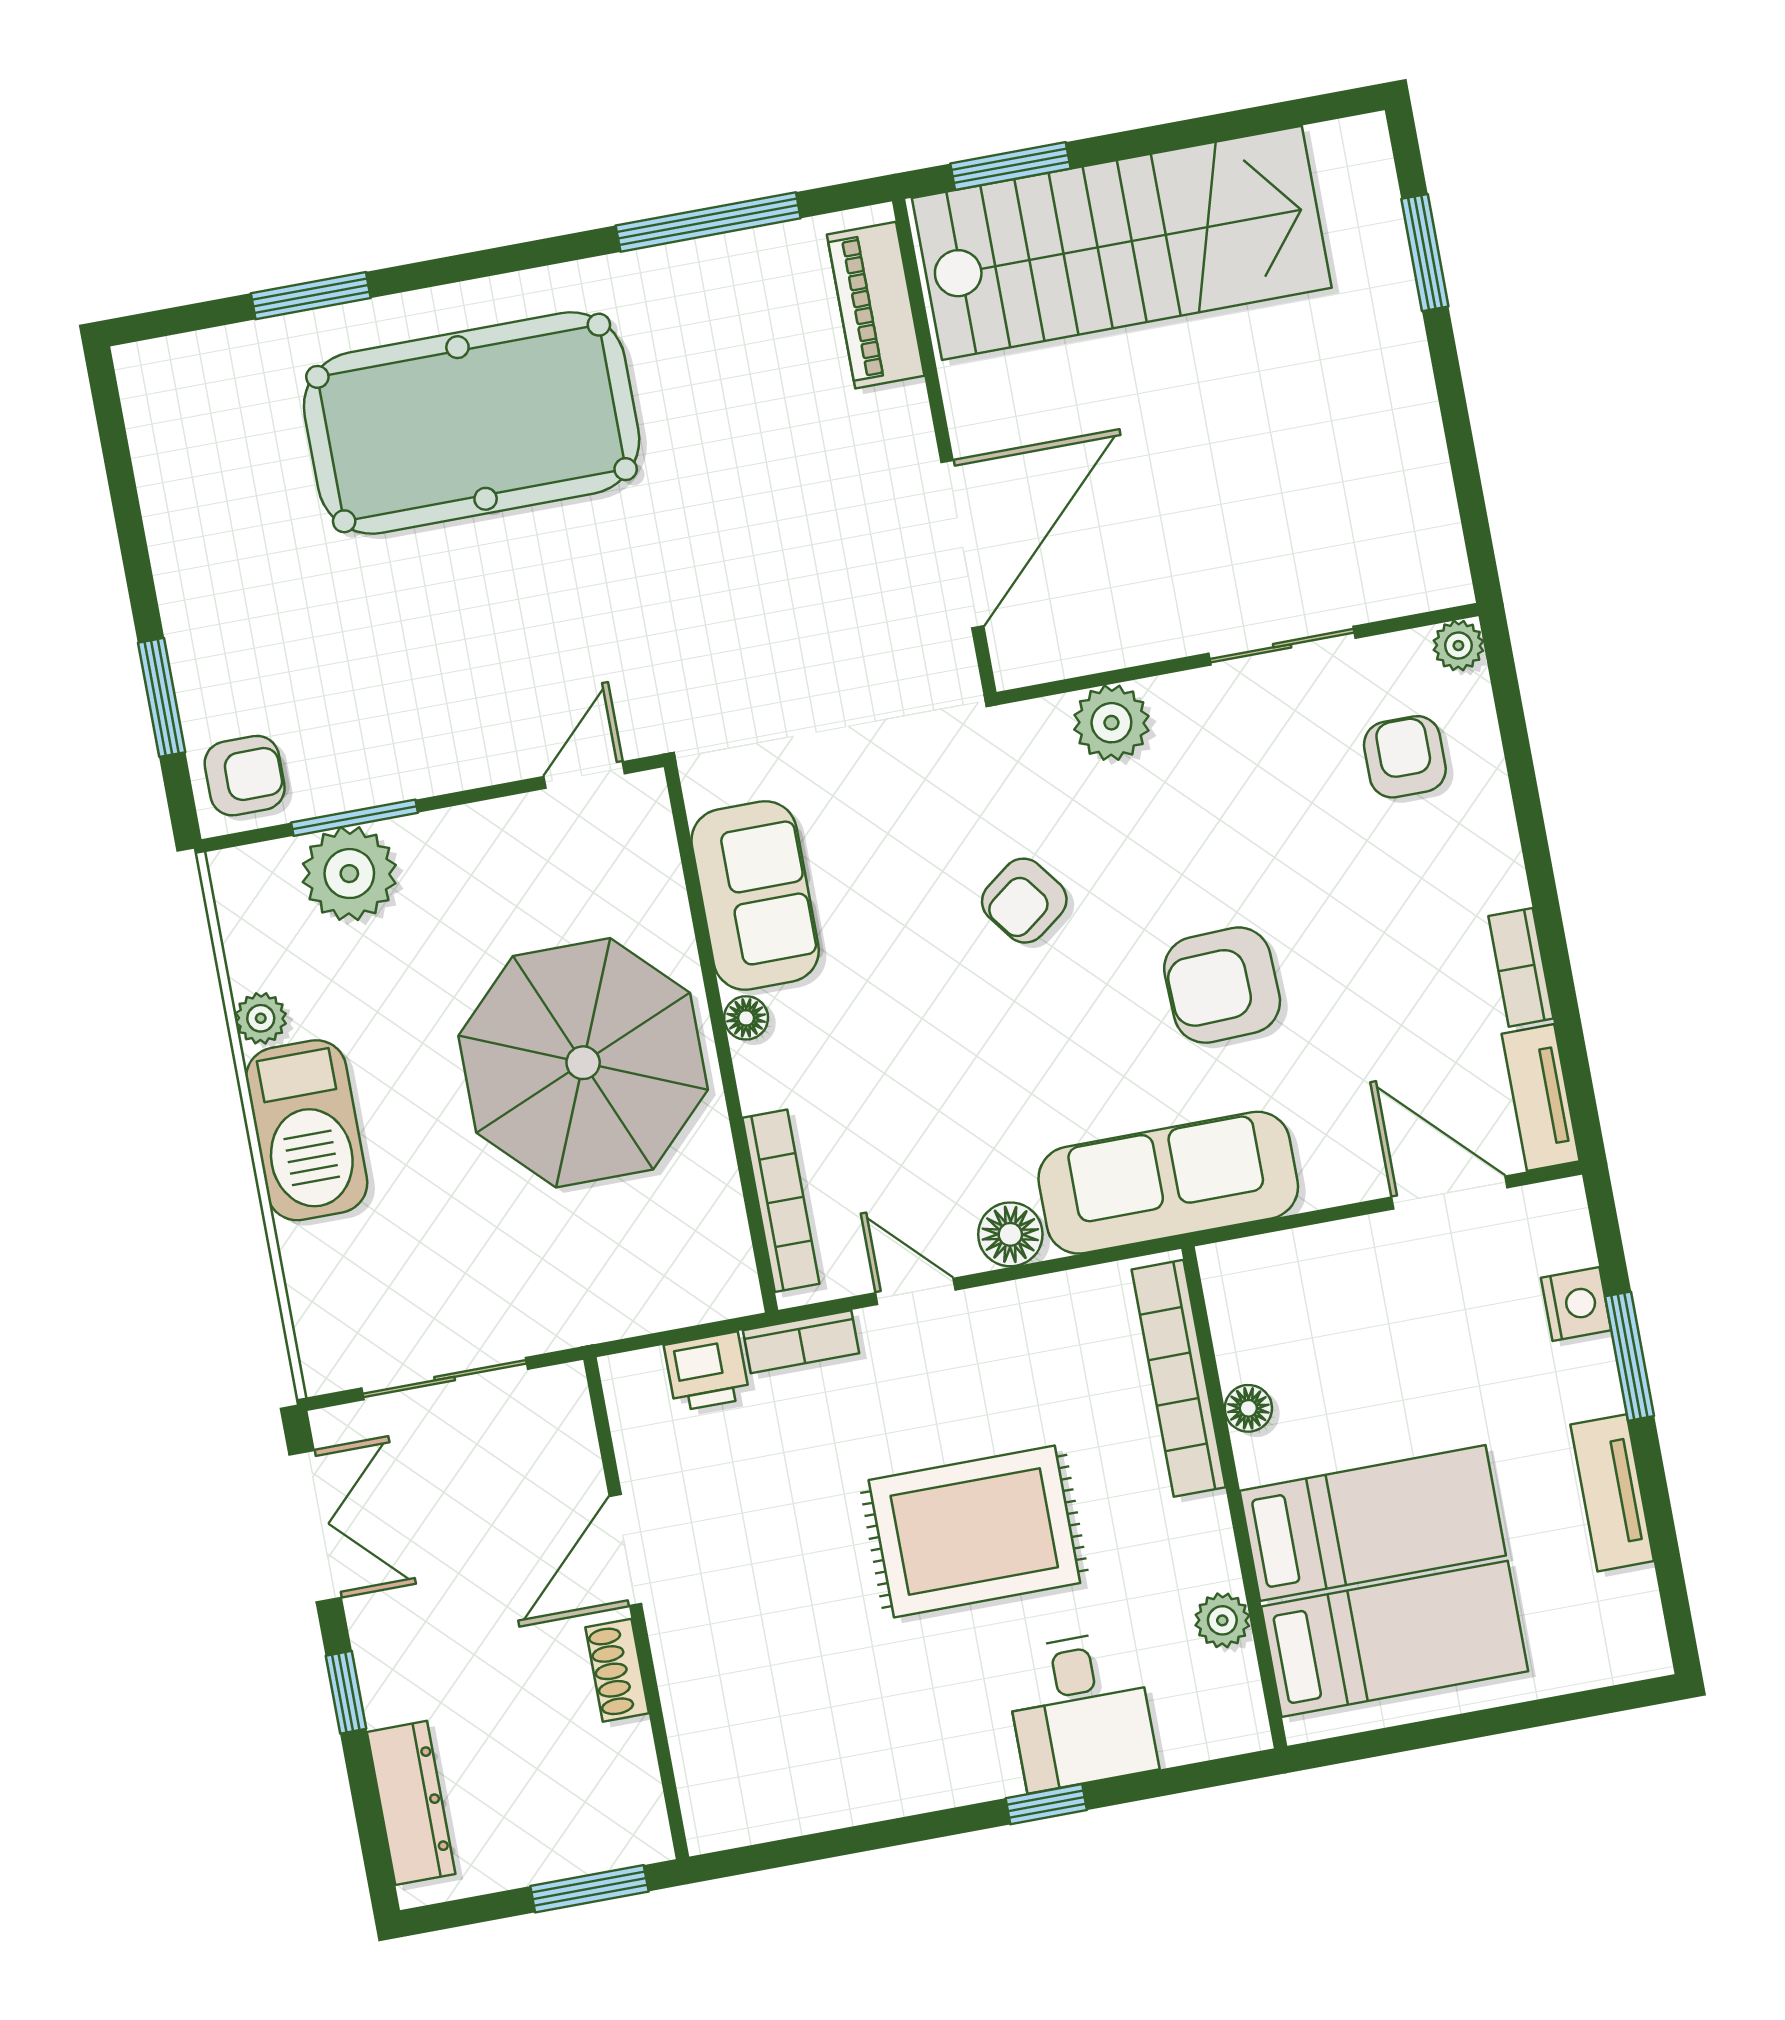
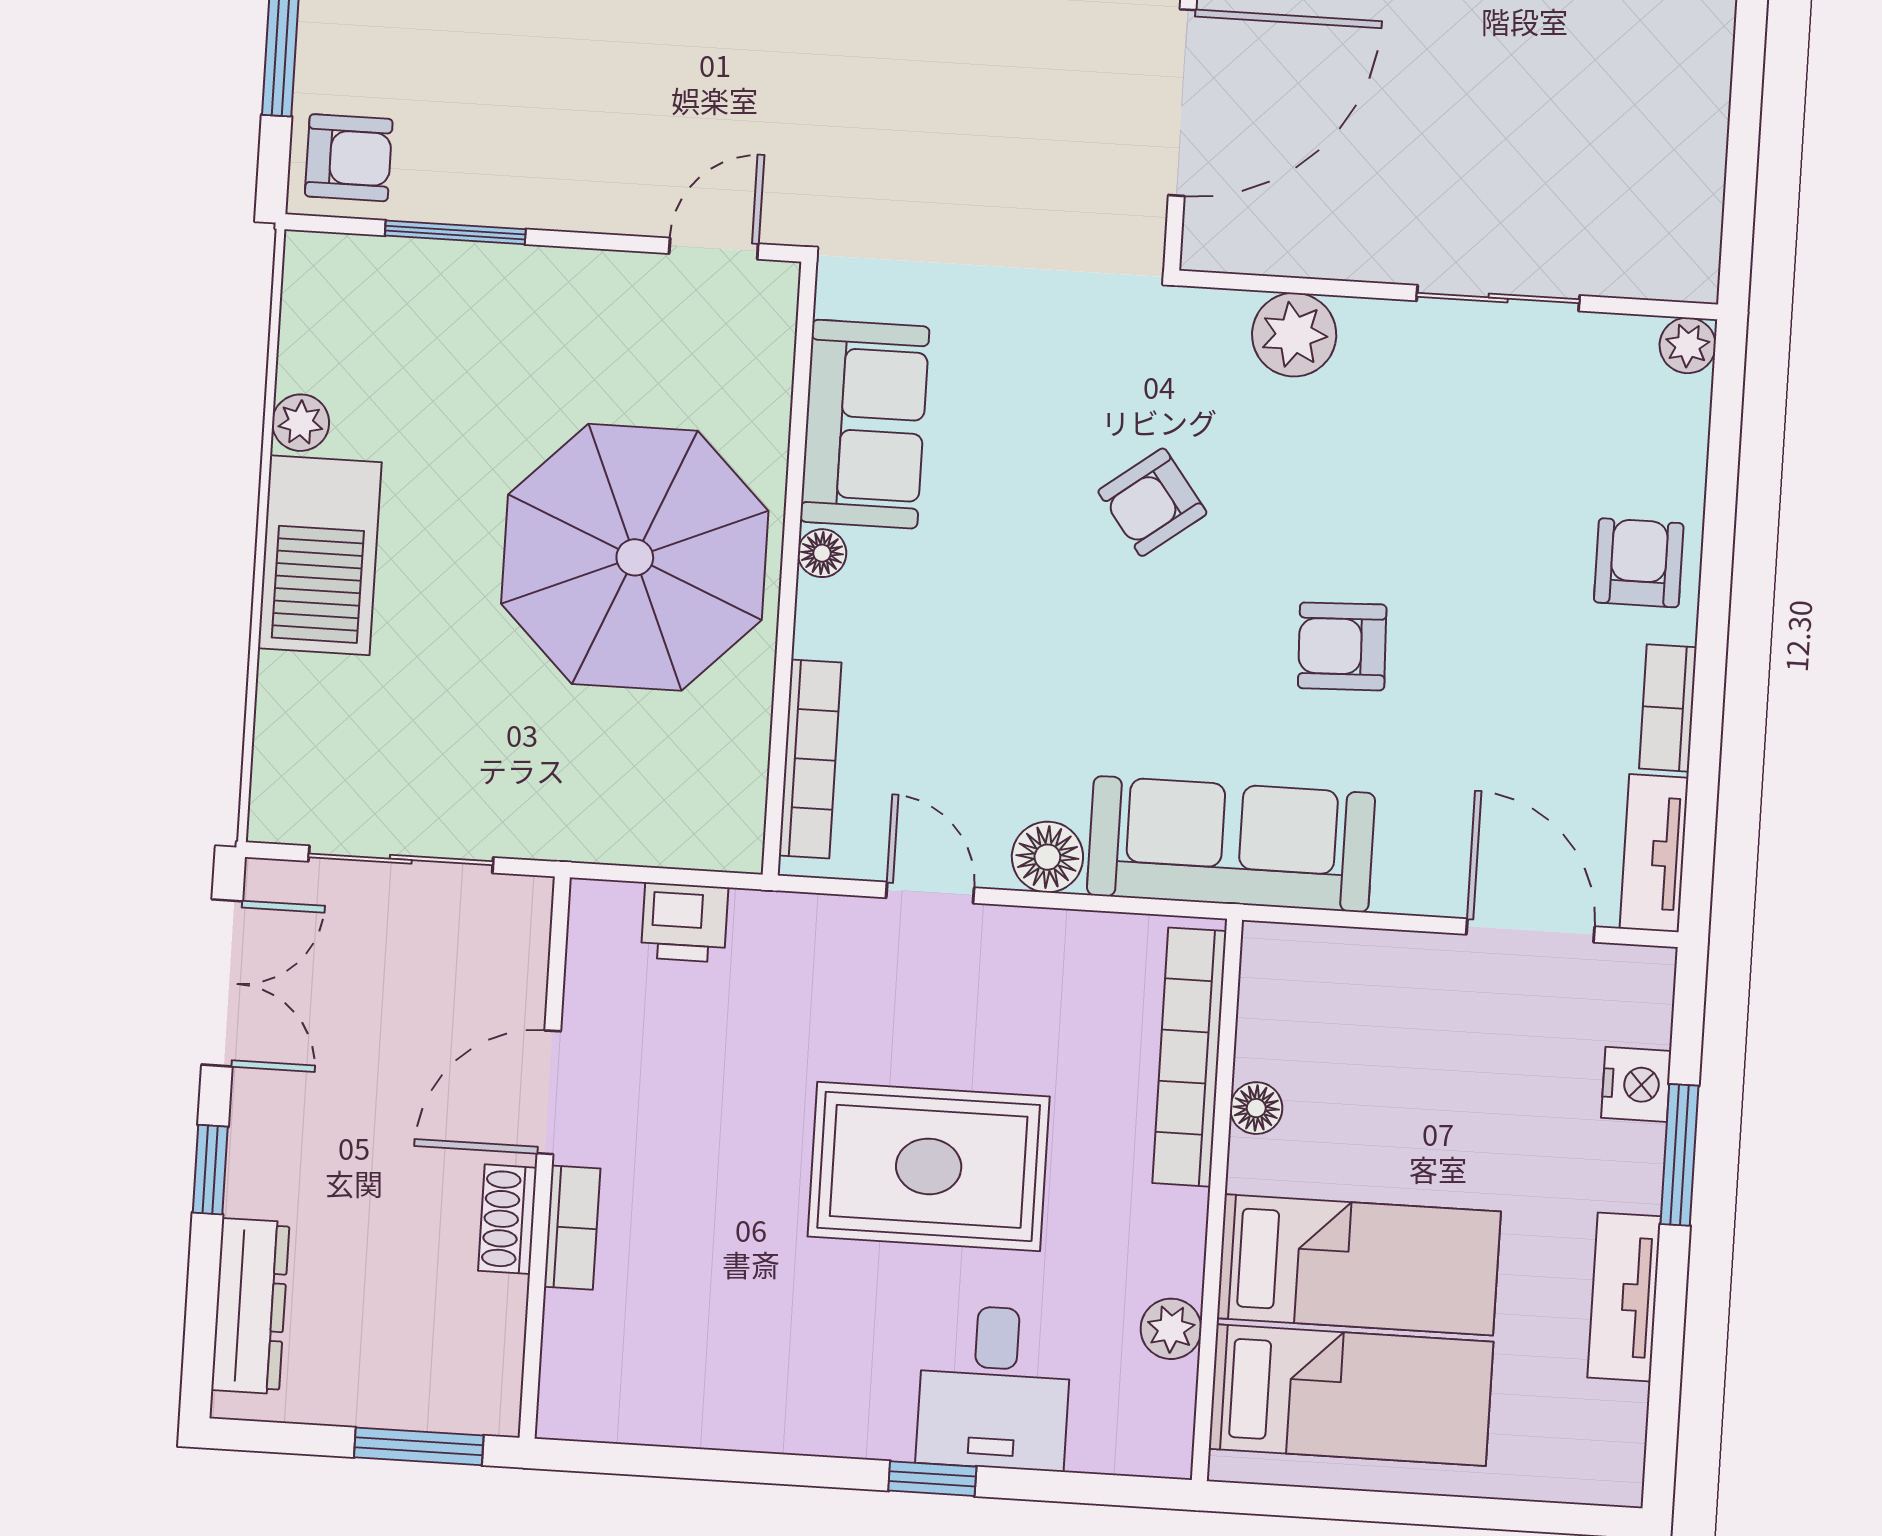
armchair: (1405, 757) -> (1639, 563), moved
plant: (349, 874) -> (435, 291), removed
armchair: (1222, 985) -> (1342, 646), width x0.72, depth x0.72
bookcase: (801, 1342) -> (572, 1228), moved, turned -90

